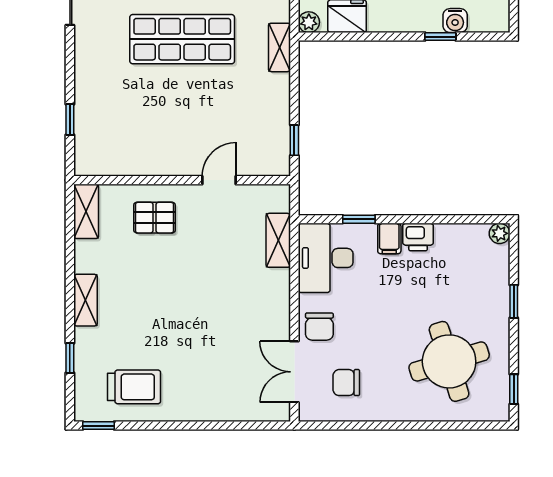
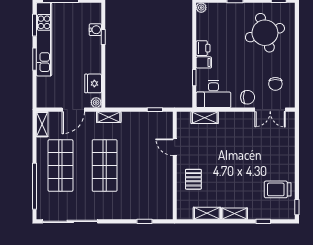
shelving: (86, 211) -> (207, 213), moved
trolley: (134, 387) -> (278, 189), turned -90

